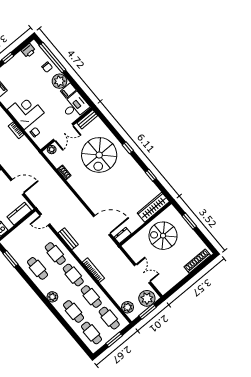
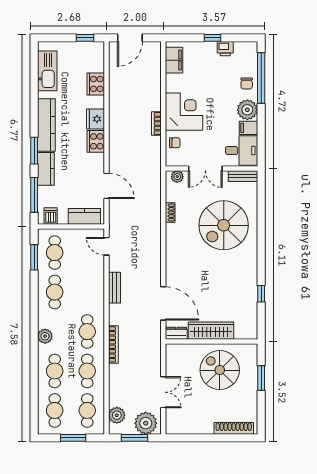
printer: (28, 51) -> (225, 49), moved
window: (128, 148) -> (261, 243), removed
wardrobe: (153, 207) -> (211, 331), moved
cafe table: (55, 254) -> (55, 253), moved

